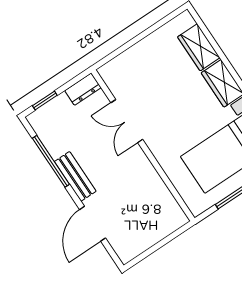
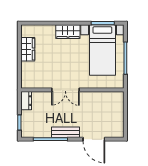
wardrobe: (199, 47) -> (28, 49), moved, turned -90
double door: (127, 121) -> (65, 90), moved

